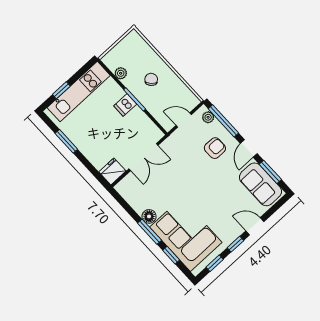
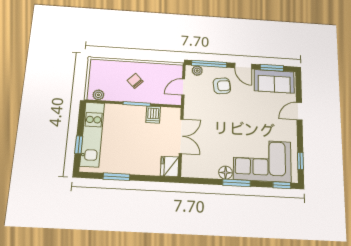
plant: (121, 73) -> (98, 95), moved
dishwasher: (125, 105) -> (153, 115), moved
armchair: (215, 148) -> (222, 86), turned 82
window: (235, 244) -> (300, 135), removed
window: (171, 255) -> (282, 185), moved

